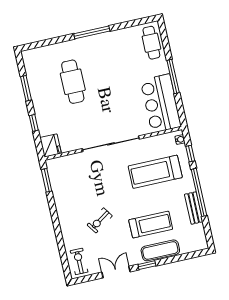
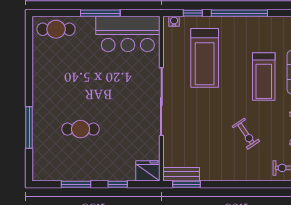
window: (92, 32) -> (29, 128), moved
cafe table: (73, 82) -> (80, 129), width x0.73, depth x0.74
bench: (194, 208) -> (181, 174), moved
treadmill: (151, 225) -> (264, 77), turned 180

